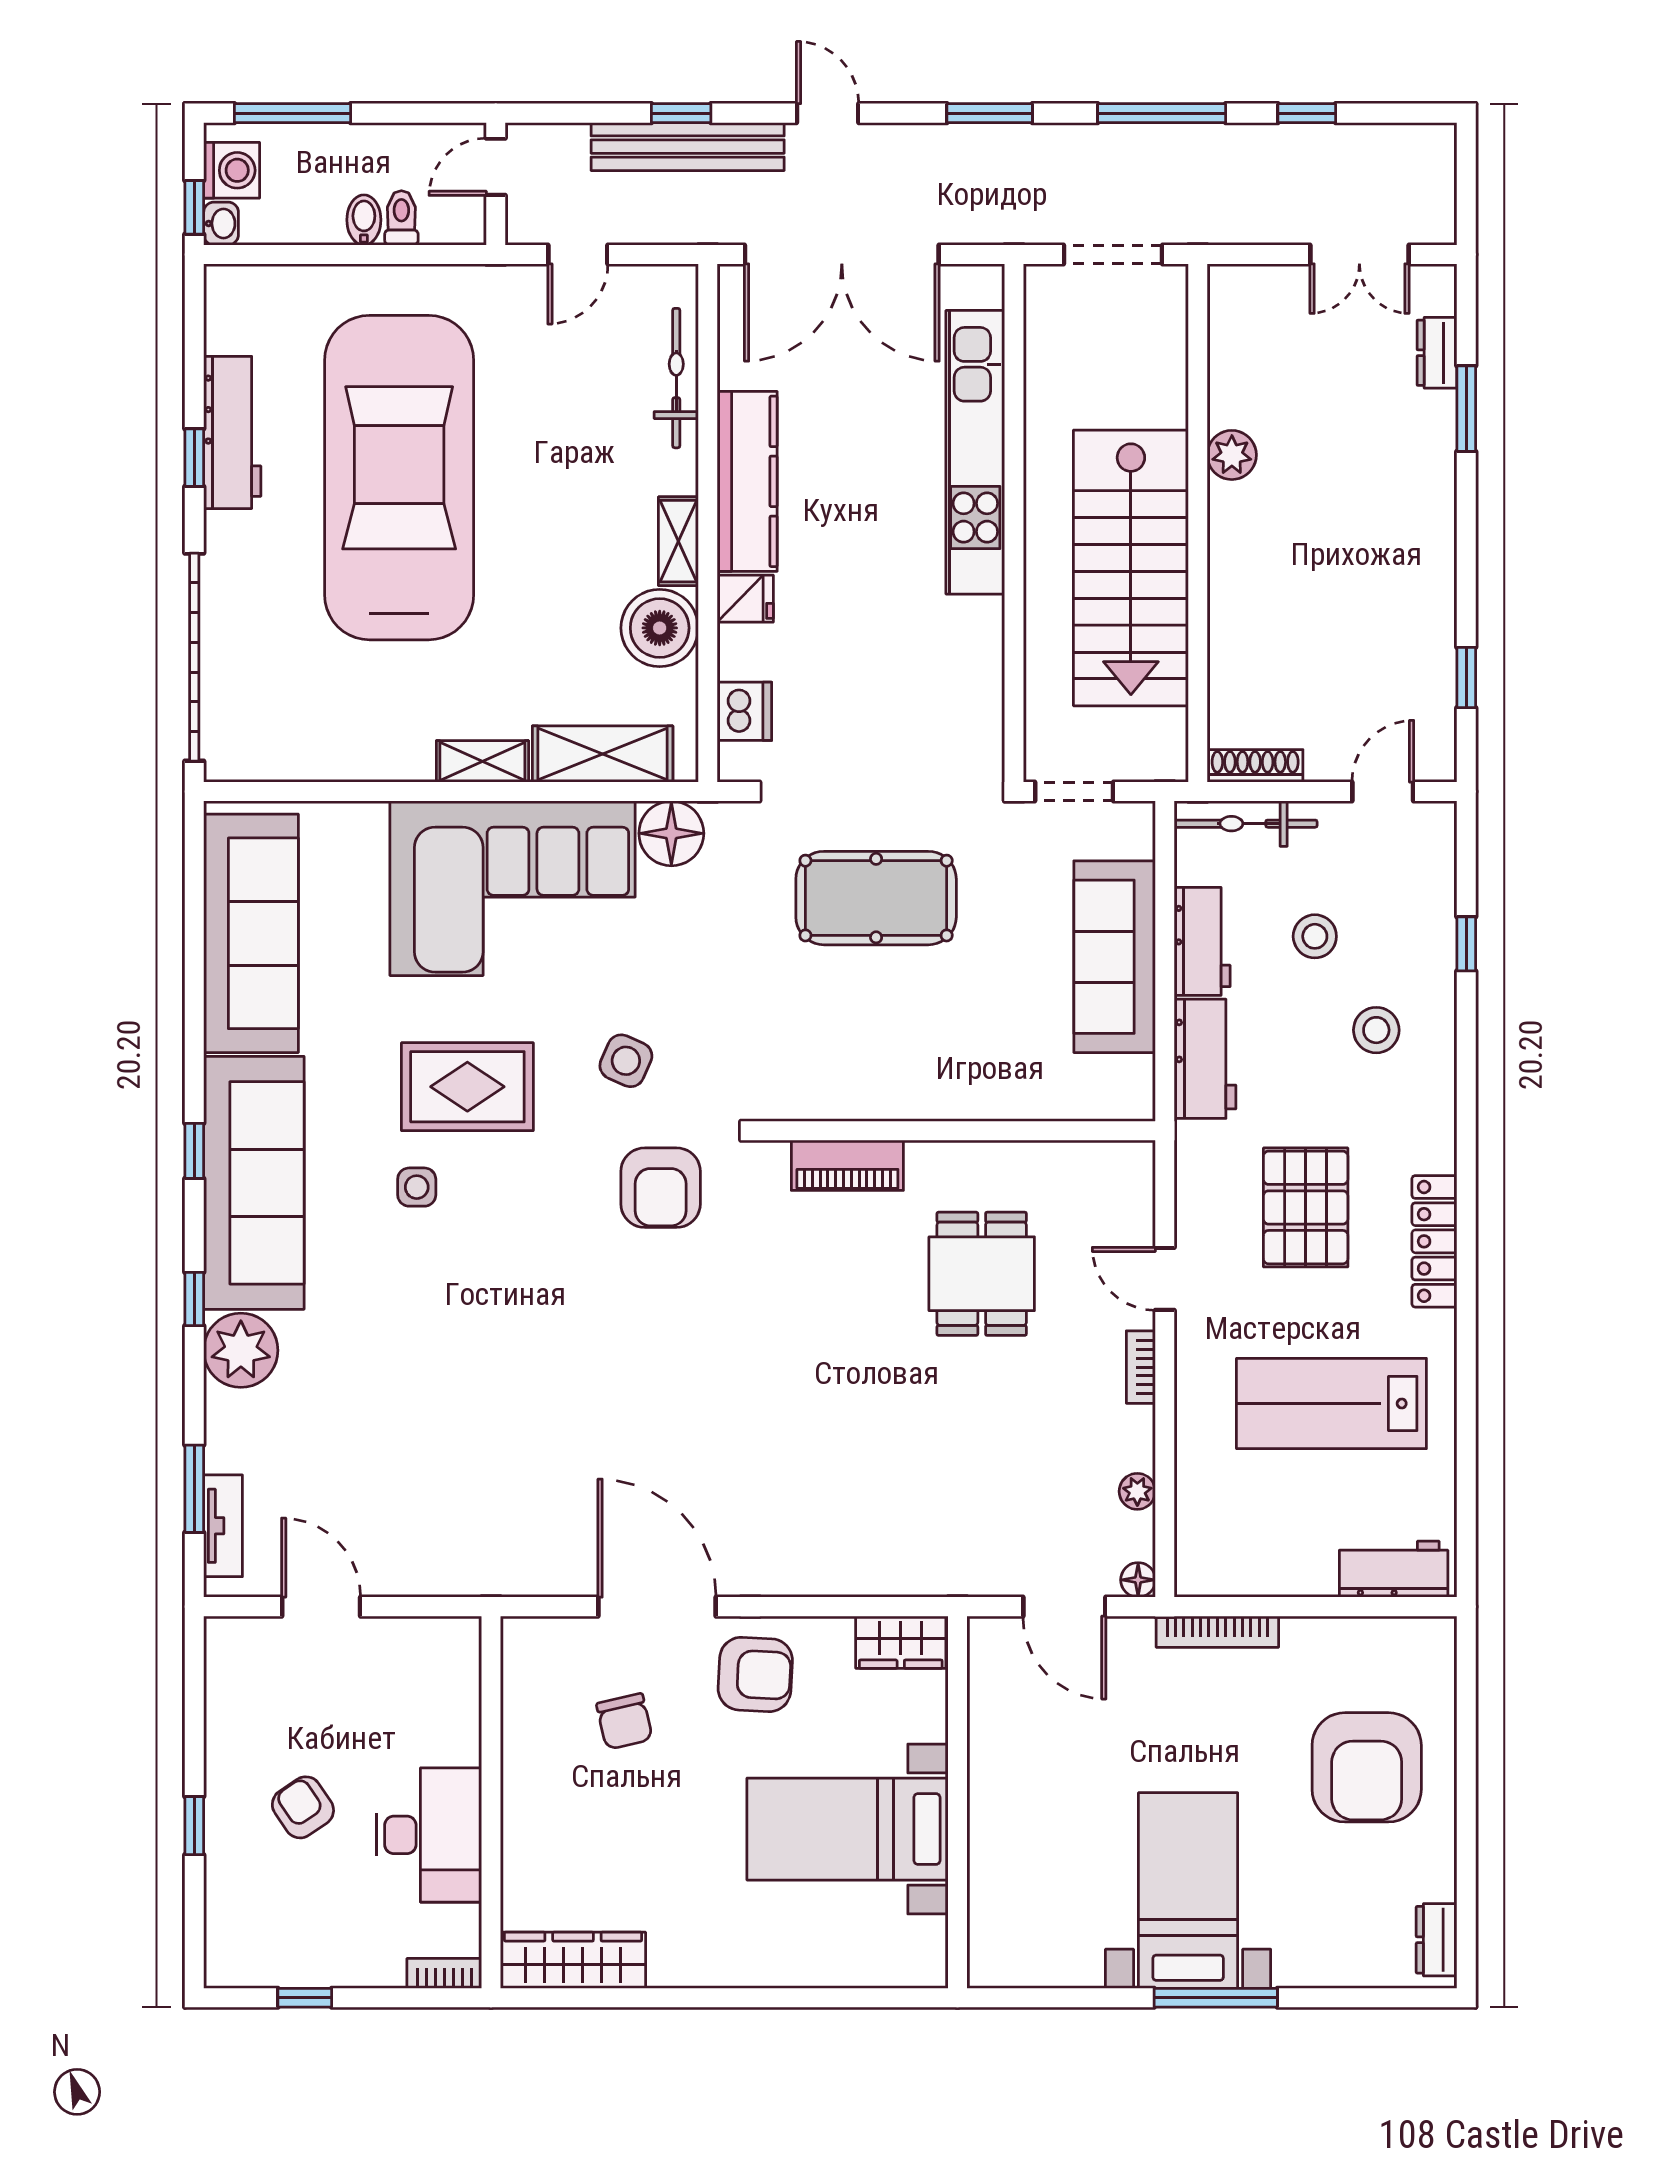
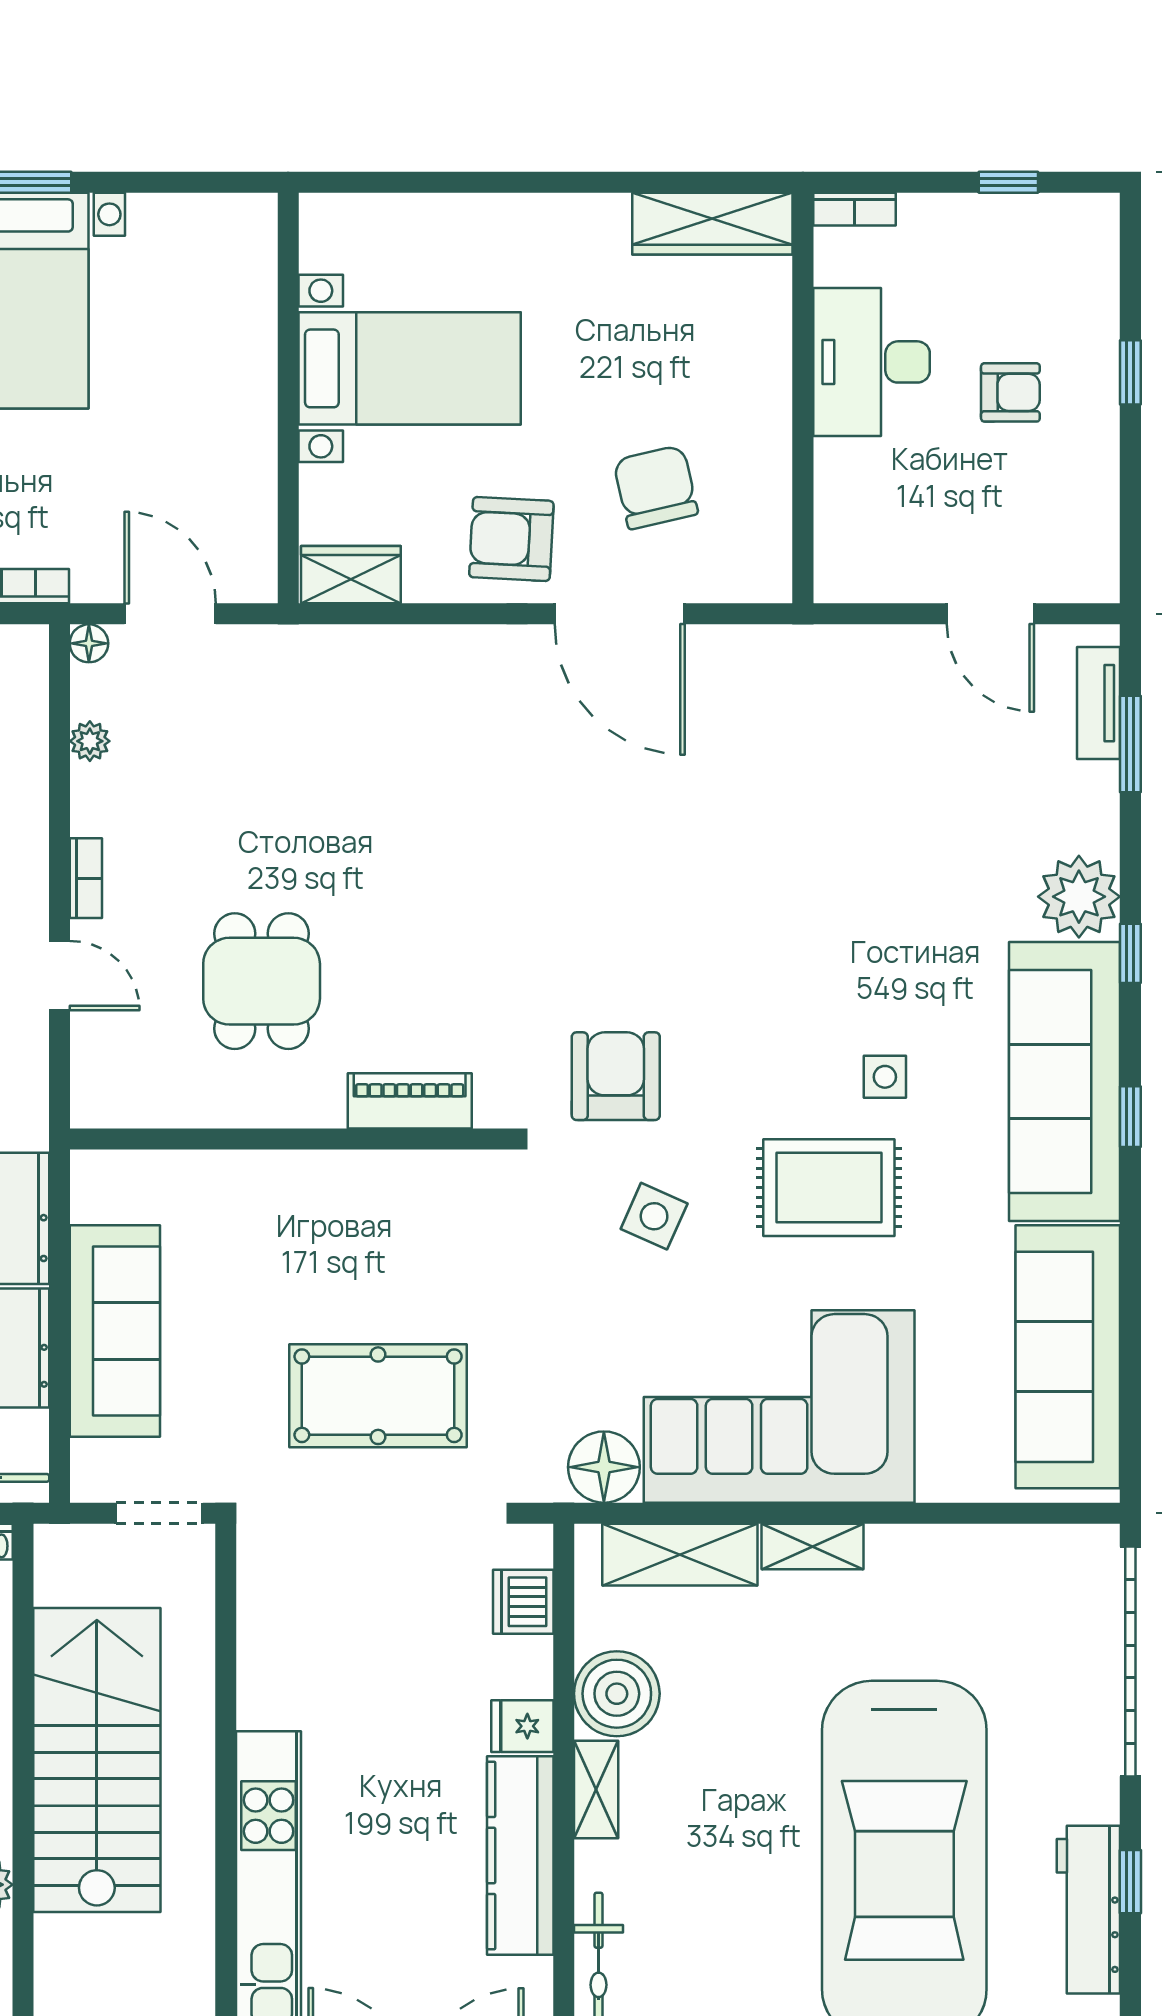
chair: (624, 1721) -> (656, 487), width x1.37, depth x1.37
armchair: (303, 1807) -> (1010, 392), turned -56

